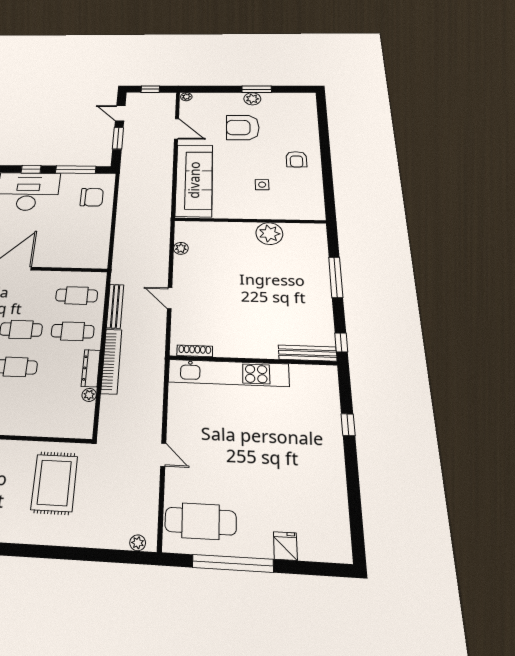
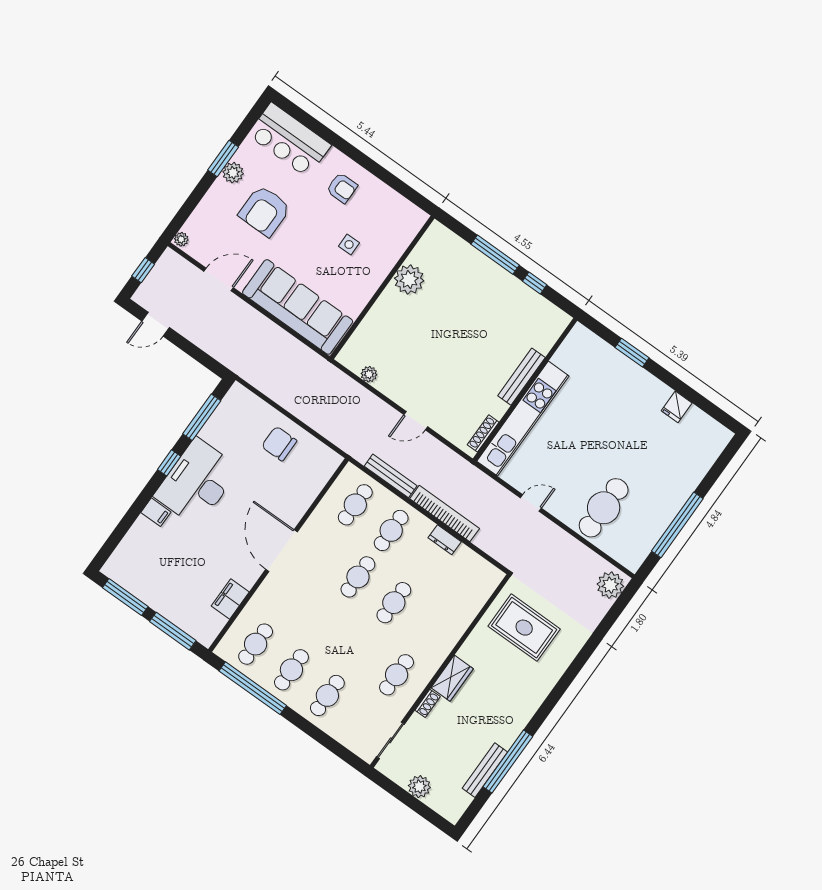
bar counter: (301, 115) -> (289, 140), added
window: (118, 138) -> (189, 348), removed
chair: (92, 197) -> (279, 444), moved, turned -90
window: (341, 342) -> (535, 283), moved
bench: (308, 353) -> (521, 377), moved
dresser: (91, 368) -> (445, 540), width x0.70
plant: (89, 395) -> (464, 553), removed
window: (348, 425) -> (632, 353), width x1.50
door: (163, 455) -> (531, 503), moved
cafe table: (201, 521) -> (604, 508), moved
plant: (138, 543) -> (610, 585), width x1.87, depth x1.87
fridge: (285, 546) -> (677, 407), moved, turned -90

